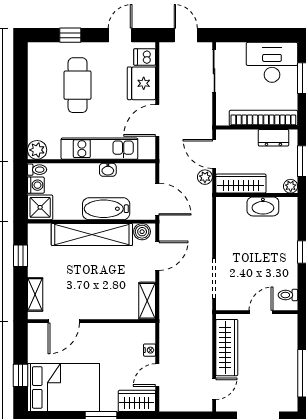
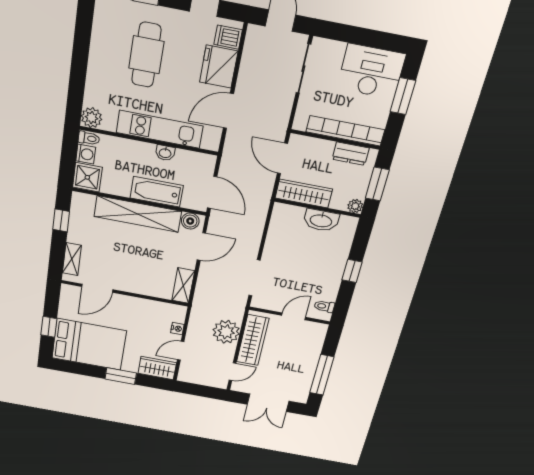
plant: (205, 177) -> (226, 332), moved, width x1.88, depth x1.88

